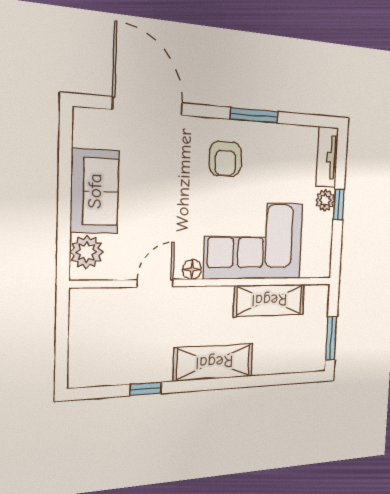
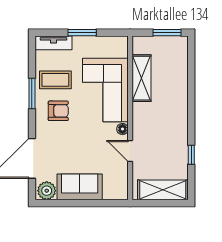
coffee table: (273, 157) -> (55, 80), added
plant: (325, 200) -> (80, 43), removed
window: (339, 204) -> (82, 33), width x1.50
plant: (87, 252) -> (47, 191), moved
shelving: (214, 362) -> (163, 190), moved, turned 90

